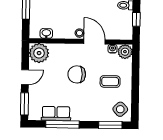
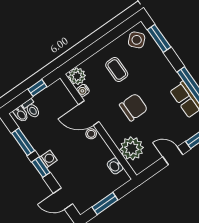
door: (94, 42) -> (89, 113), hinge flipped
plant: (39, 53) -> (132, 148), moved
chair: (77, 74) -> (133, 107), turned -90

